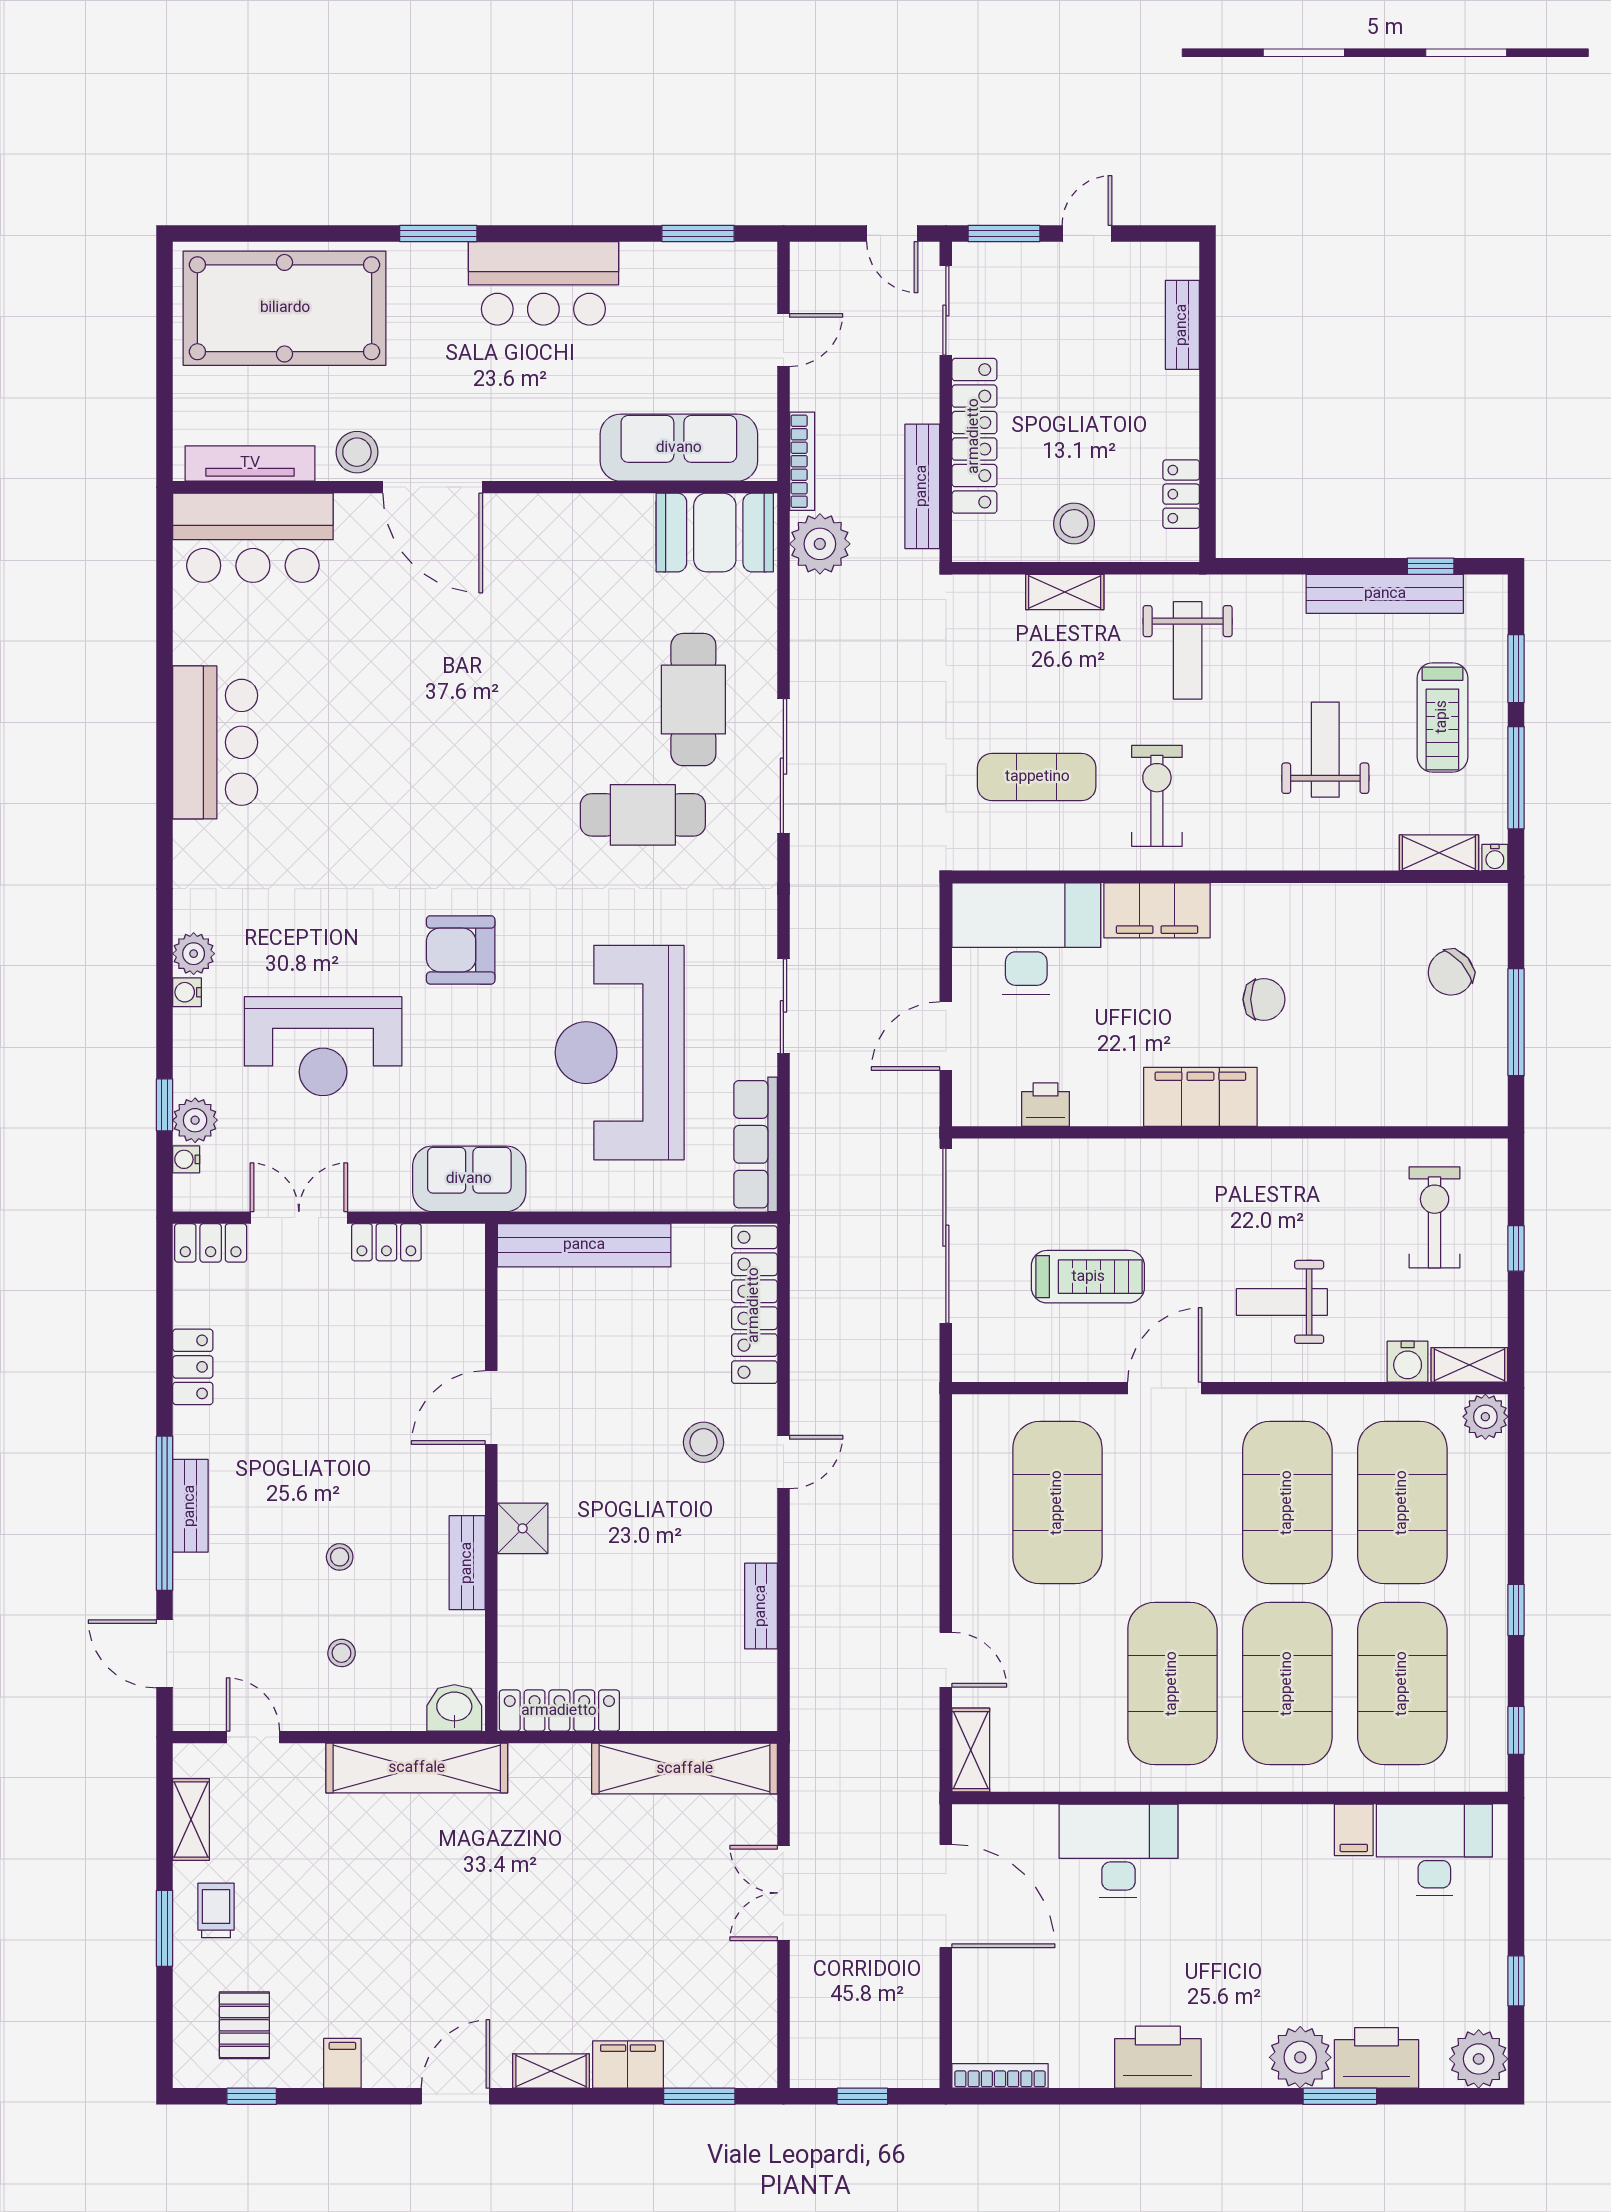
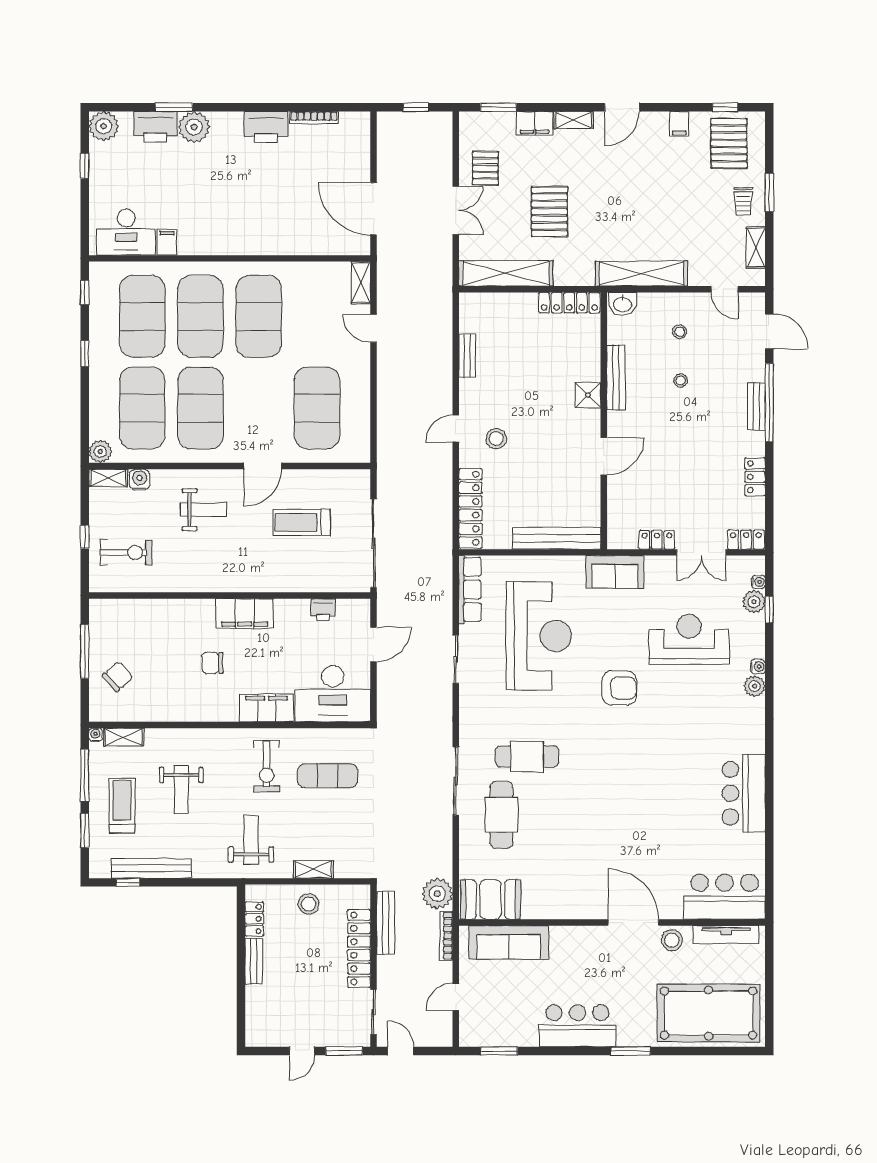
bench: (1182, 325) -> (254, 961), moved
exercise bike: (1435, 1217) -> (126, 553), turned -90
bench: (467, 1563) -> (616, 378), width x1.36
desk: (1118, 1851) -> (286, 232), removed
pallet: (599, 1890) -> (549, 212), added
pallet: (725, 1976) -> (485, 168), added
pallet: (244, 2025) -> (729, 143), width x1.50, depth x1.42
bookcase: (1000, 2076) -> (314, 118), moved

